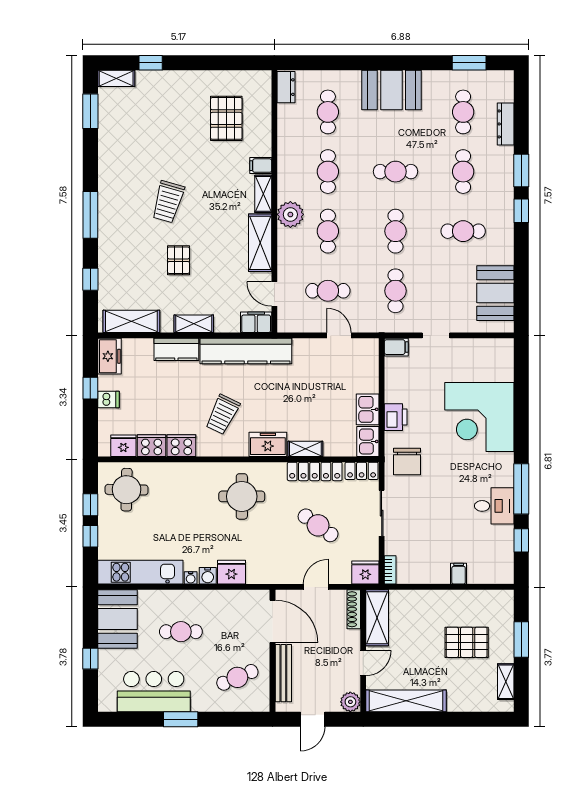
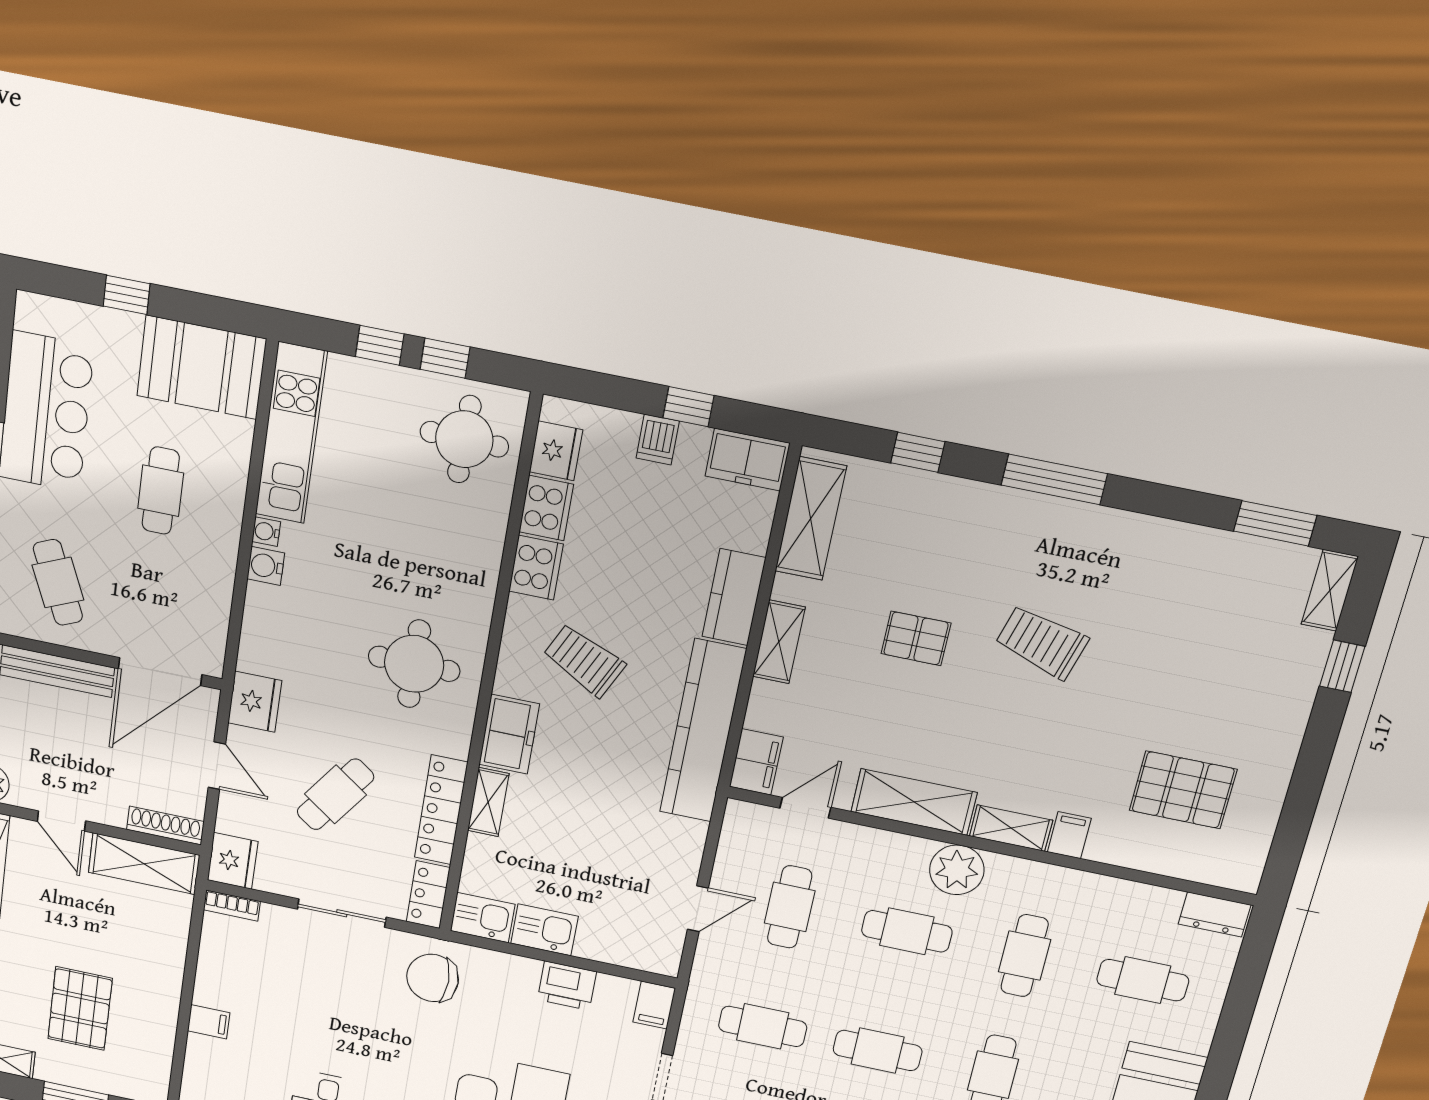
cafe table: (328, 172) -> (1025, 956), turned 90
printer: (396, 417) -> (567, 986), moved
fridge: (231, 572) -> (255, 702), moved

